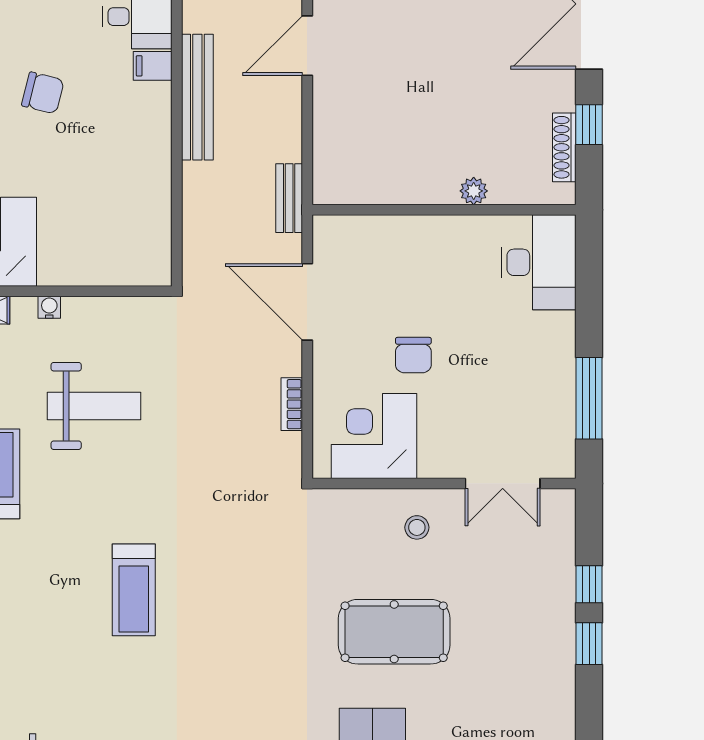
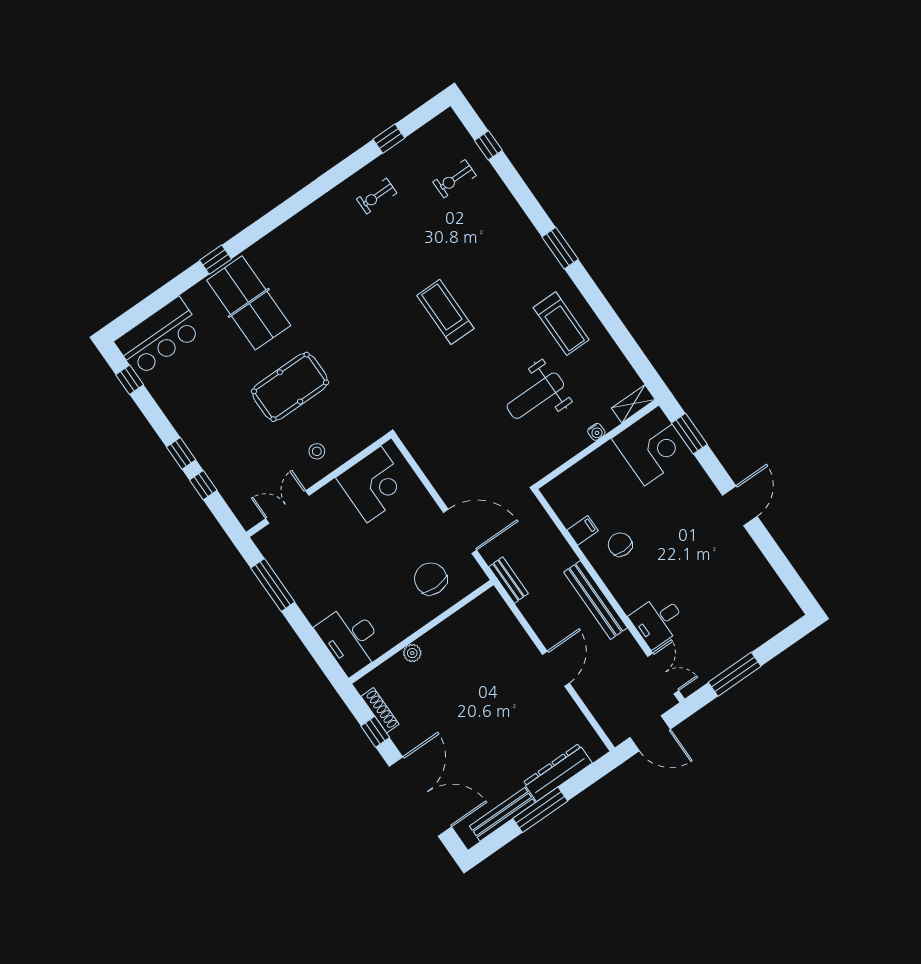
filing cabinet: (153, 66) -> (583, 530), moved
chair: (43, 93) -> (620, 545), moved, turned 76
chair: (413, 355) -> (431, 579), moved, width x1.37, depth x1.37
bookcase: (292, 404) -> (430, 471), removed

